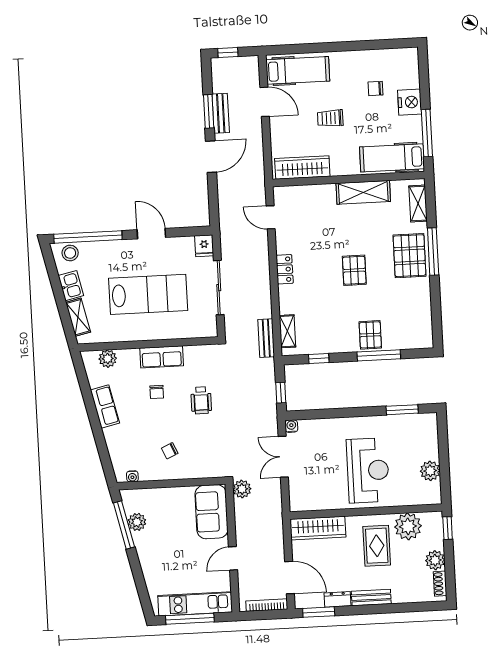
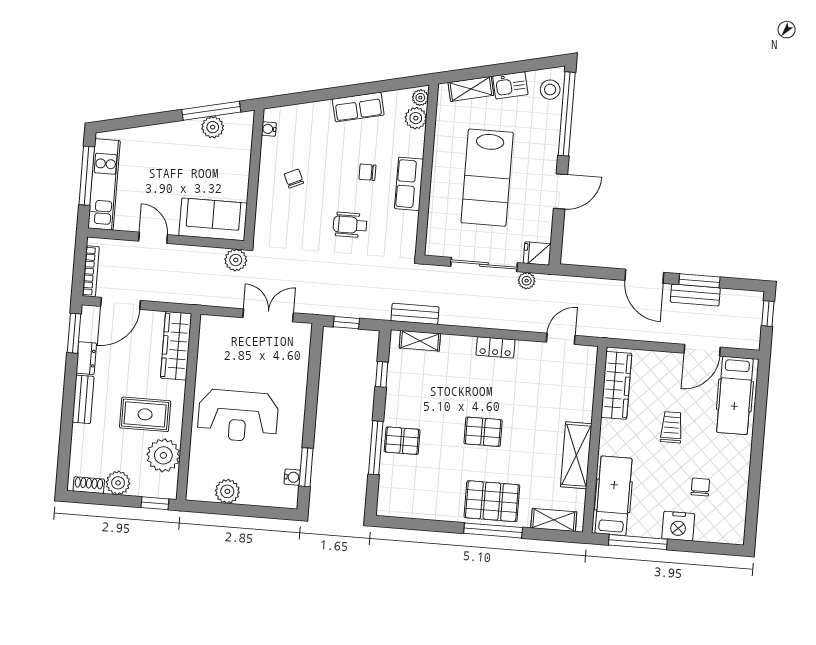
plant: (227, 251) -> (527, 281), added
plant: (91, 357) -> (420, 98), added
water cooler: (291, 426) -> (292, 477), moved

